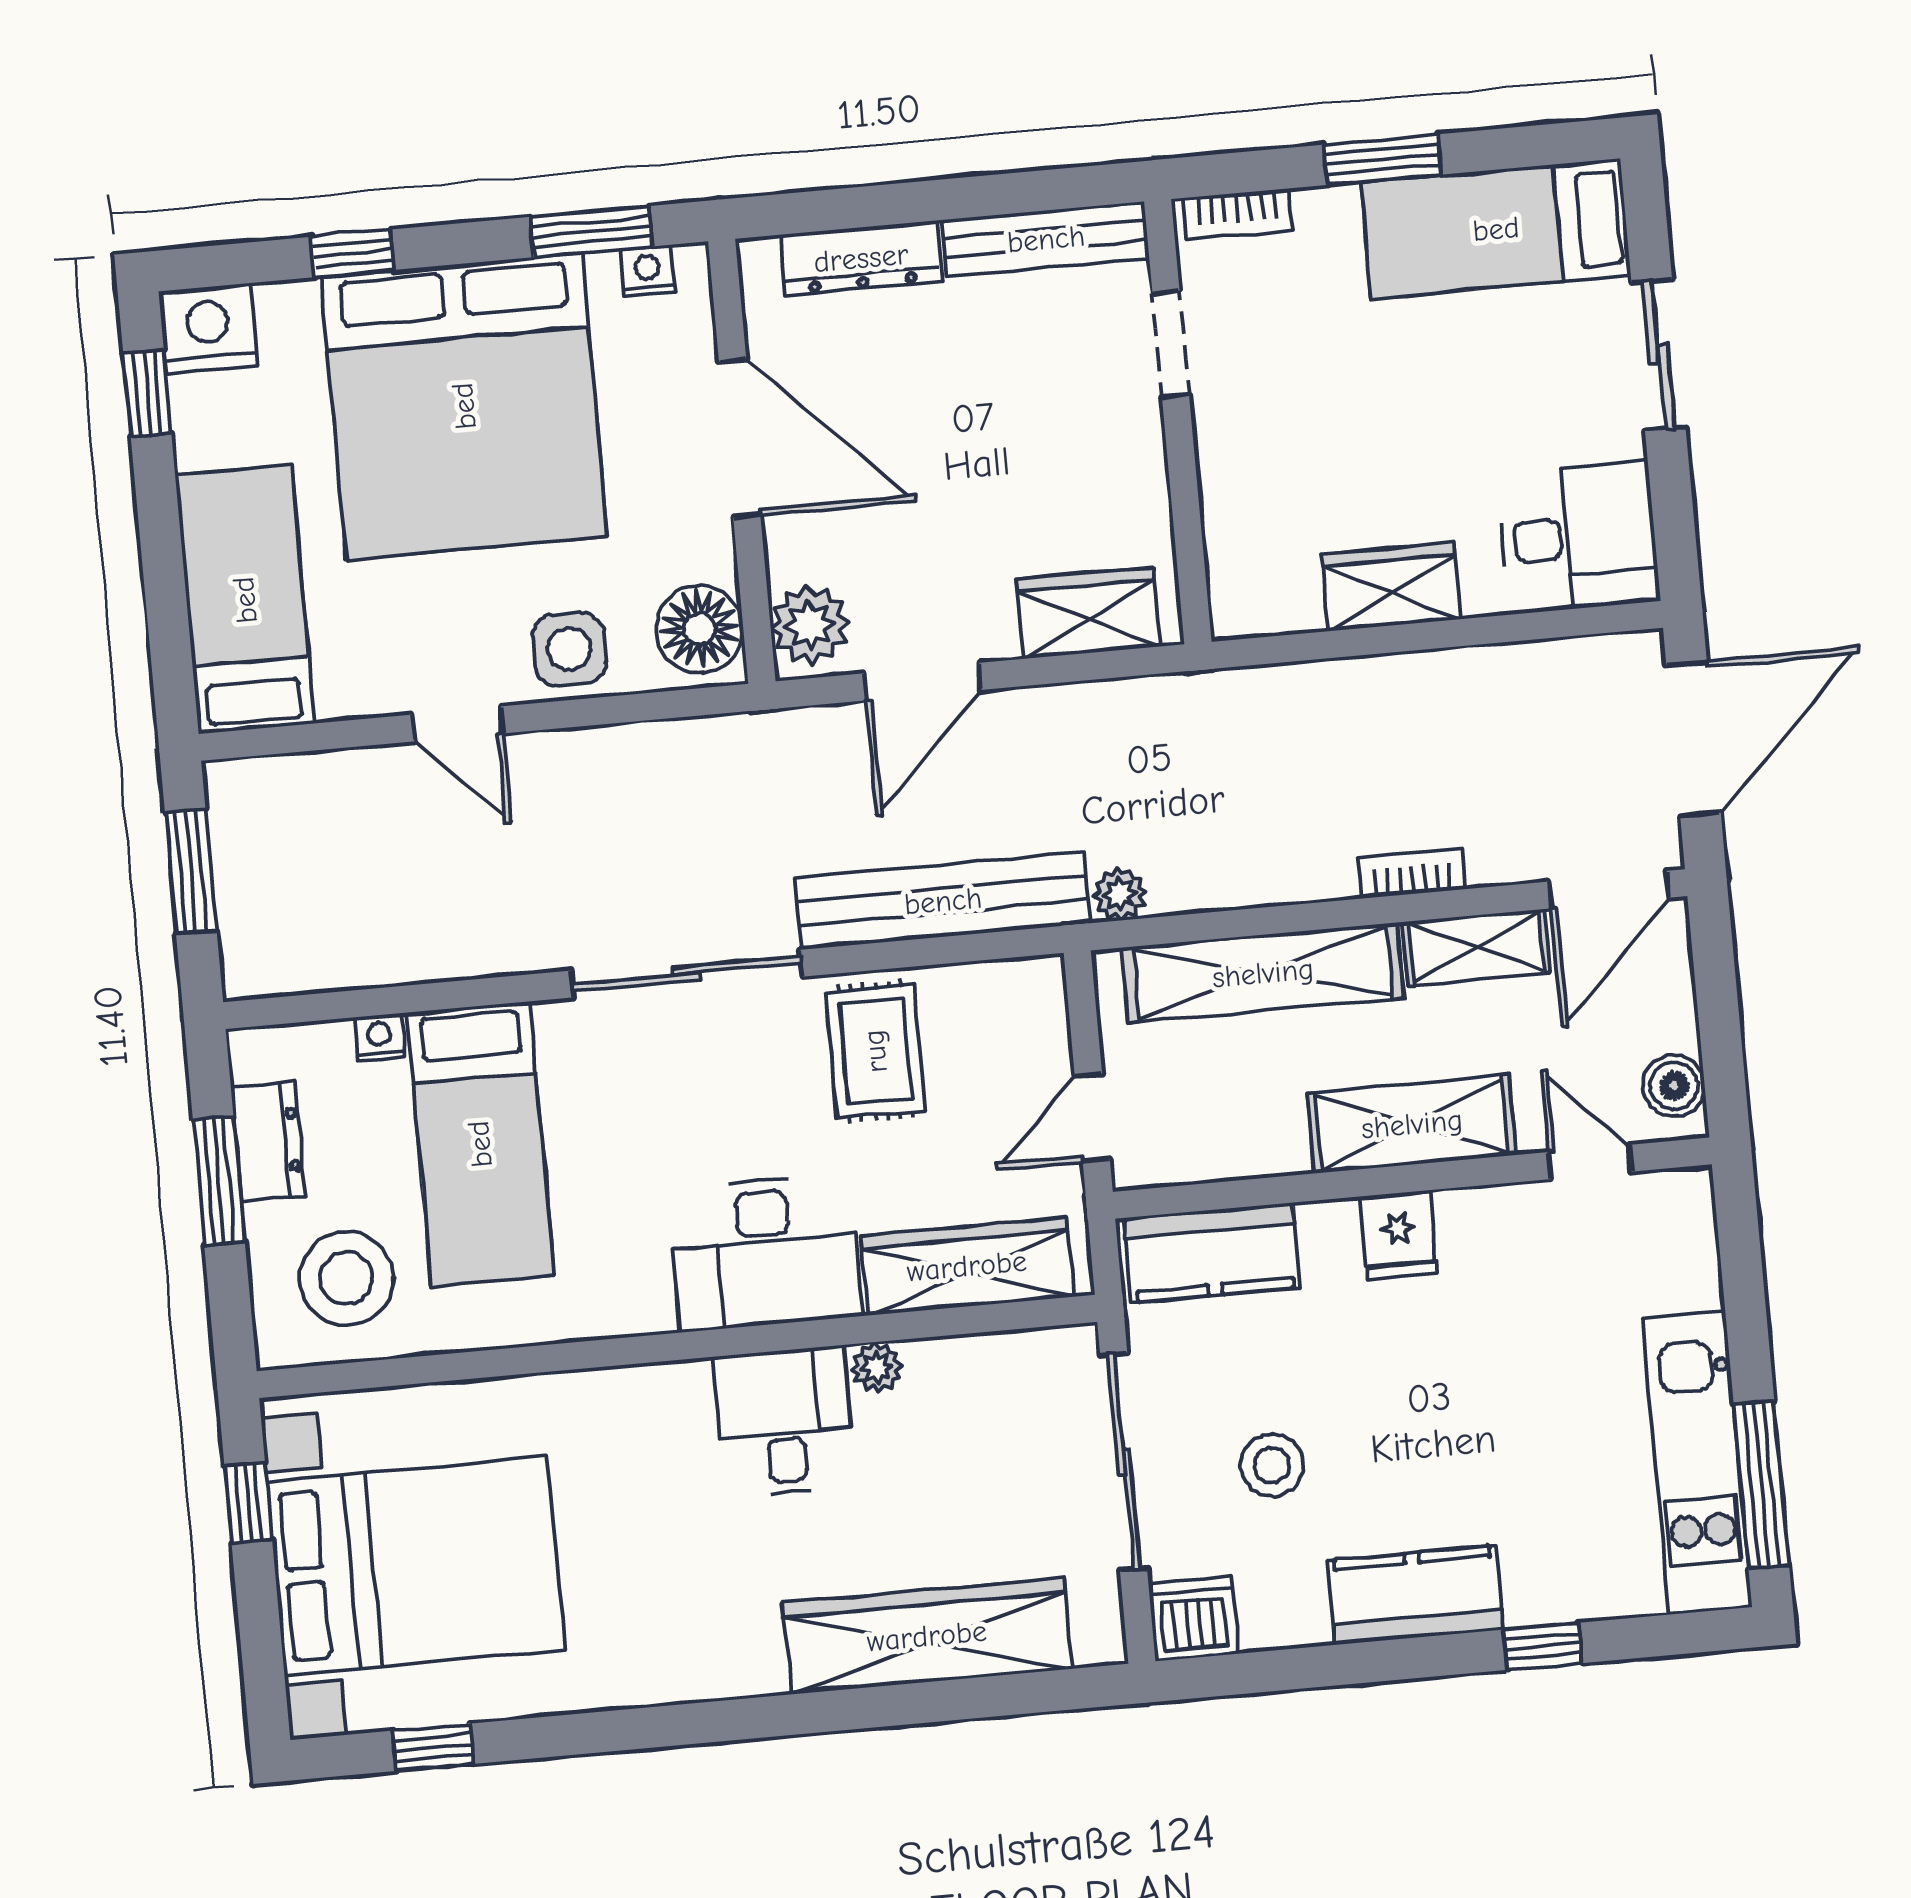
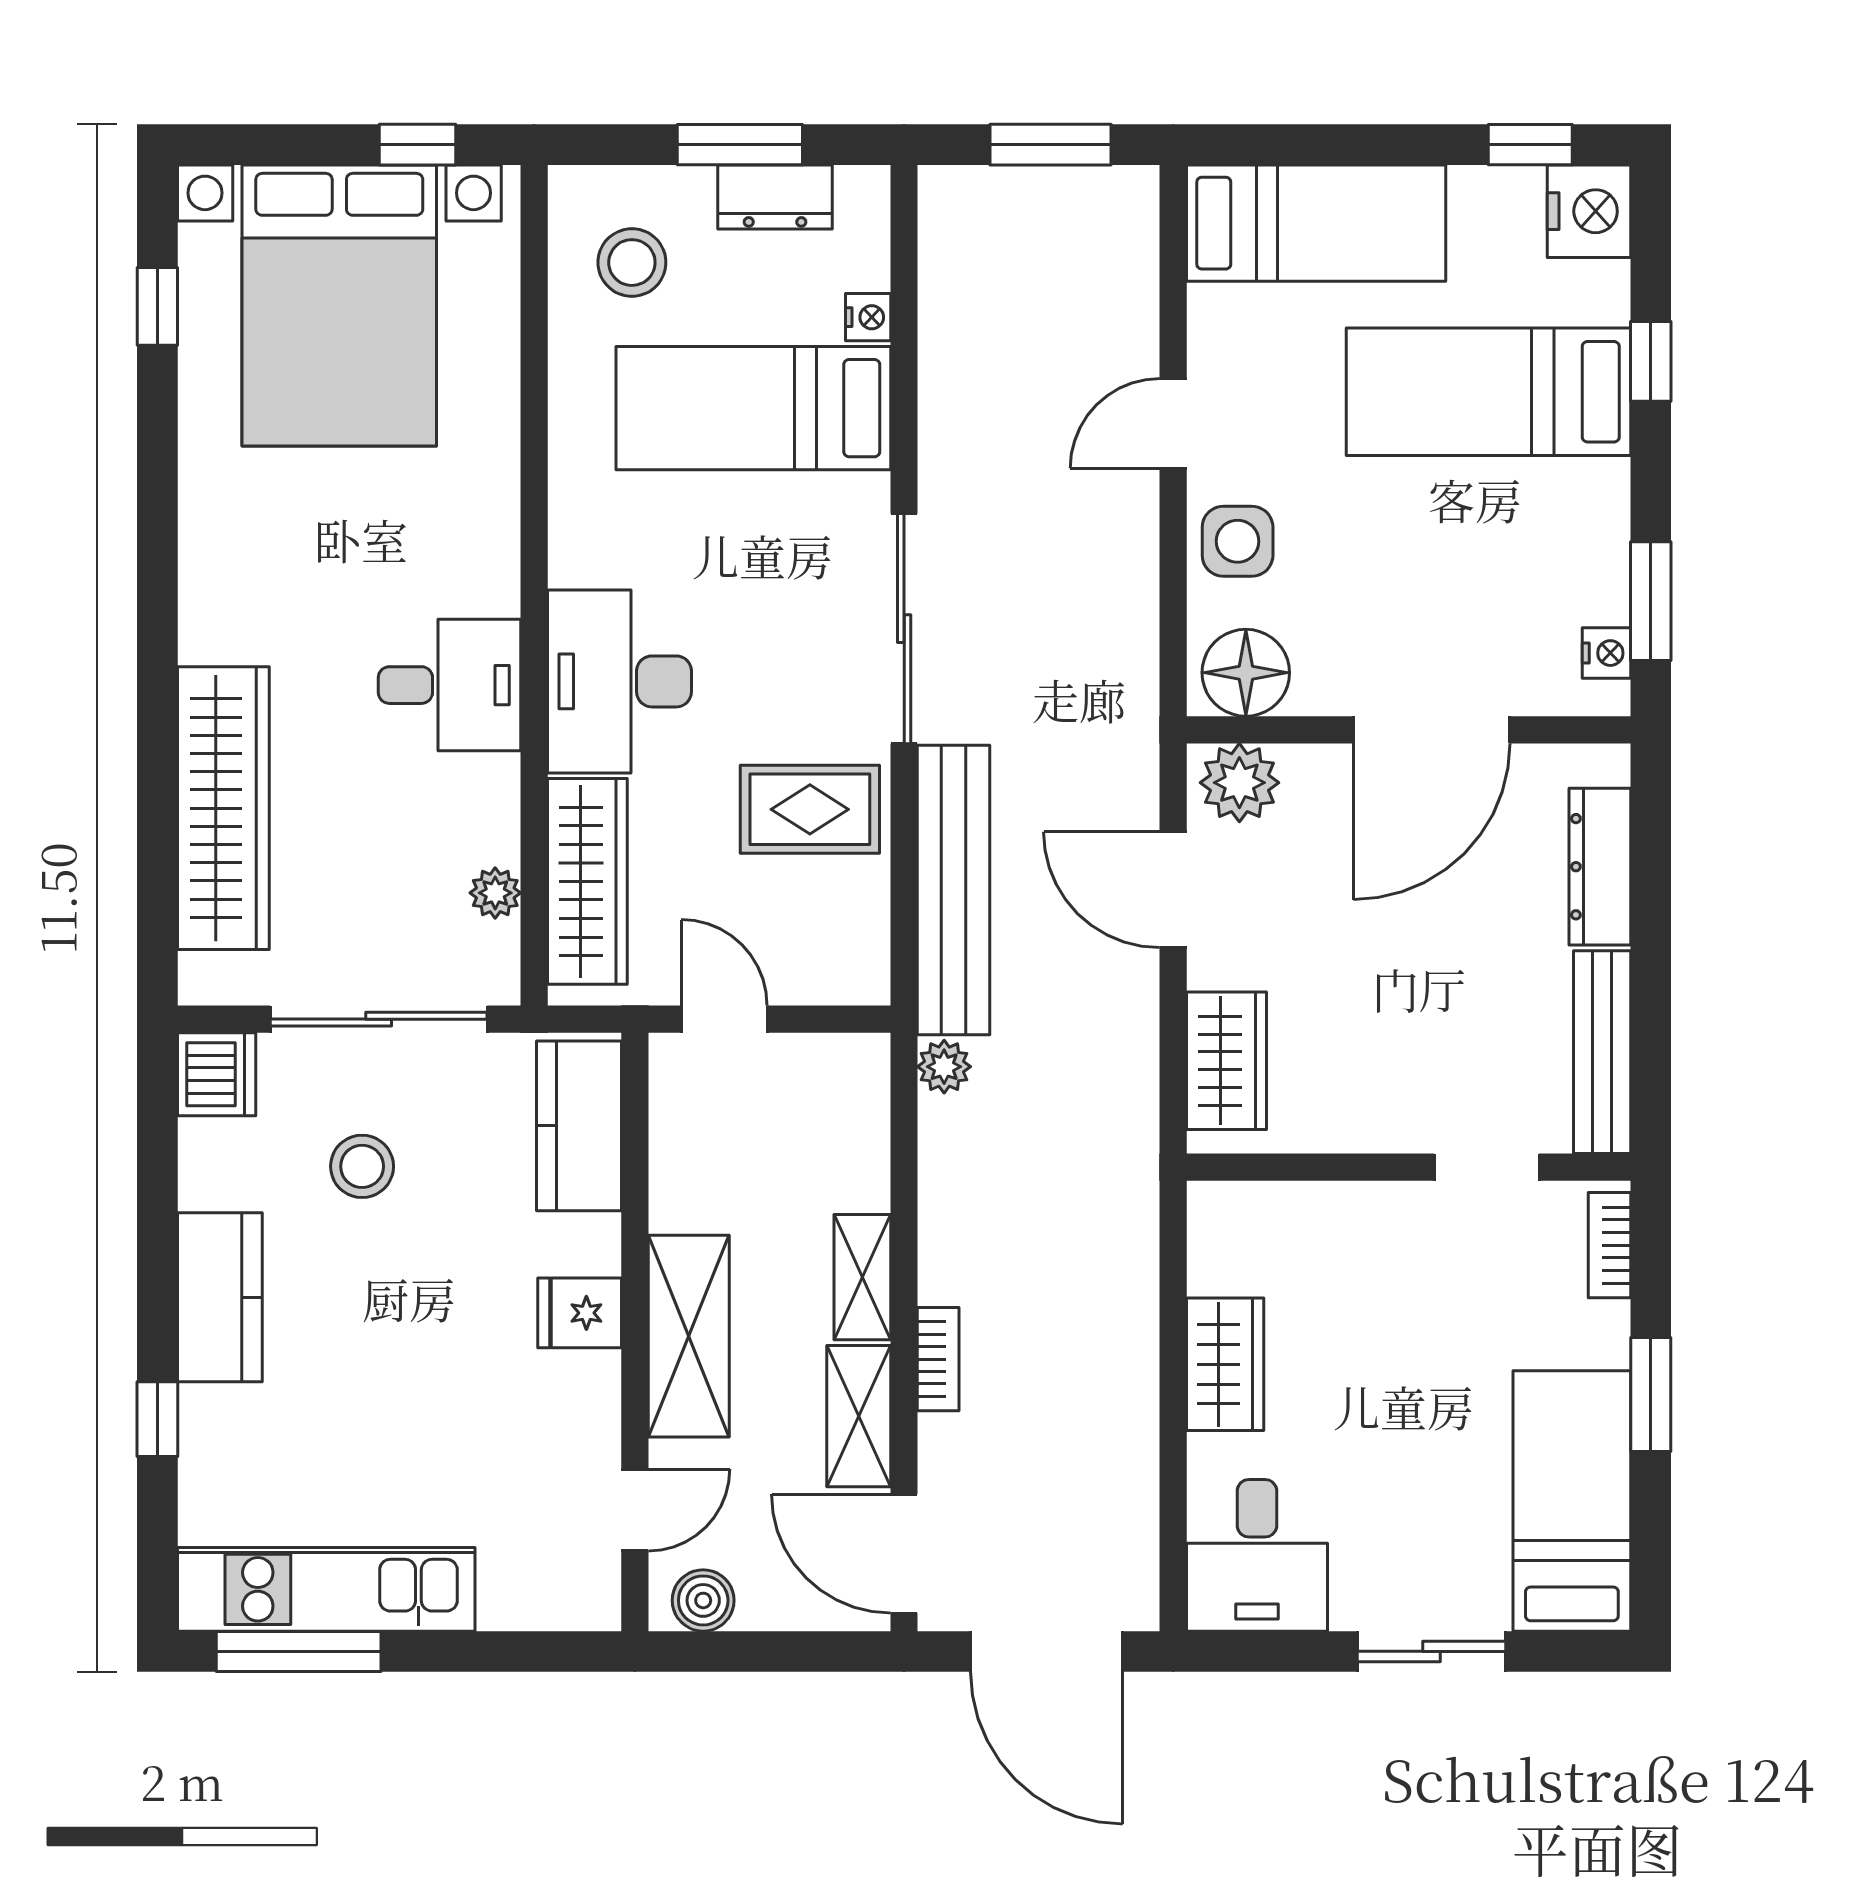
bed: (464, 406) -> (1489, 392), width x0.49
shelving: (1263, 973) -> (862, 1277), width x0.45, depth x0.75
stool: (346, 1278) -> (632, 263), width x0.73, depth x0.73
plant: (876, 1367) -> (495, 893), moved

